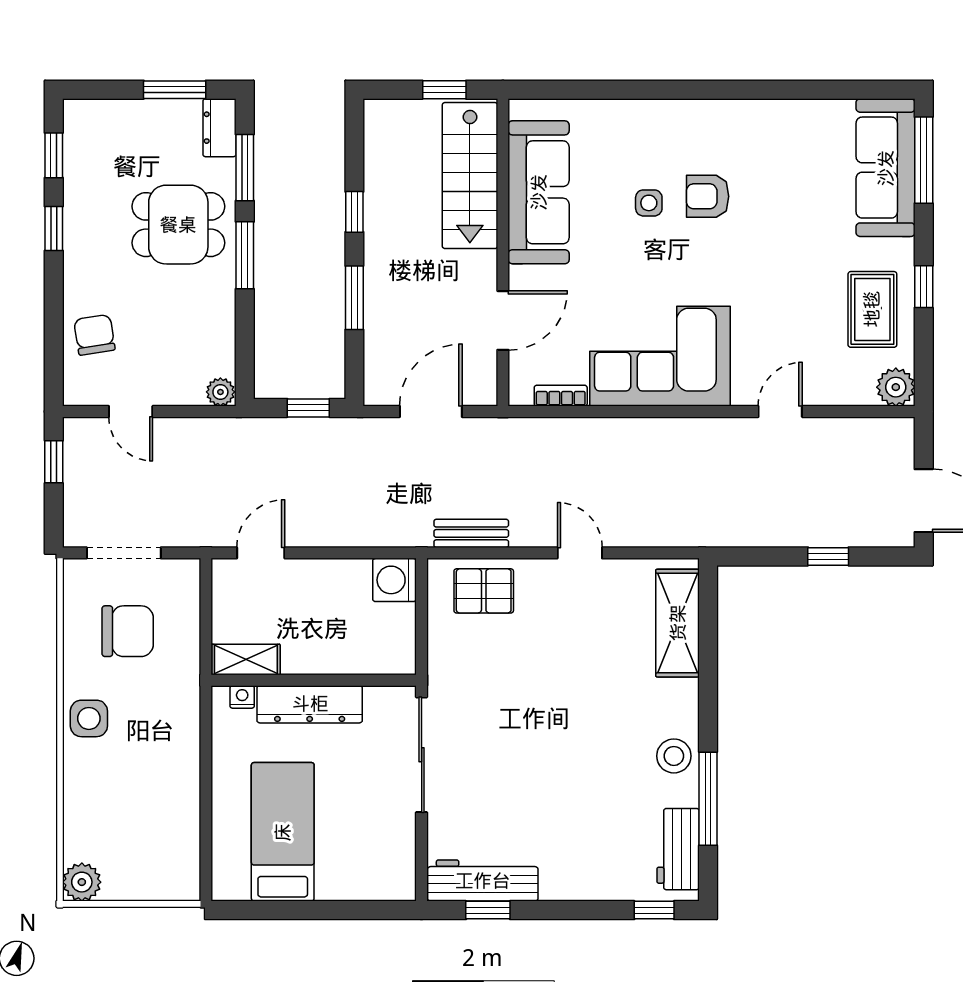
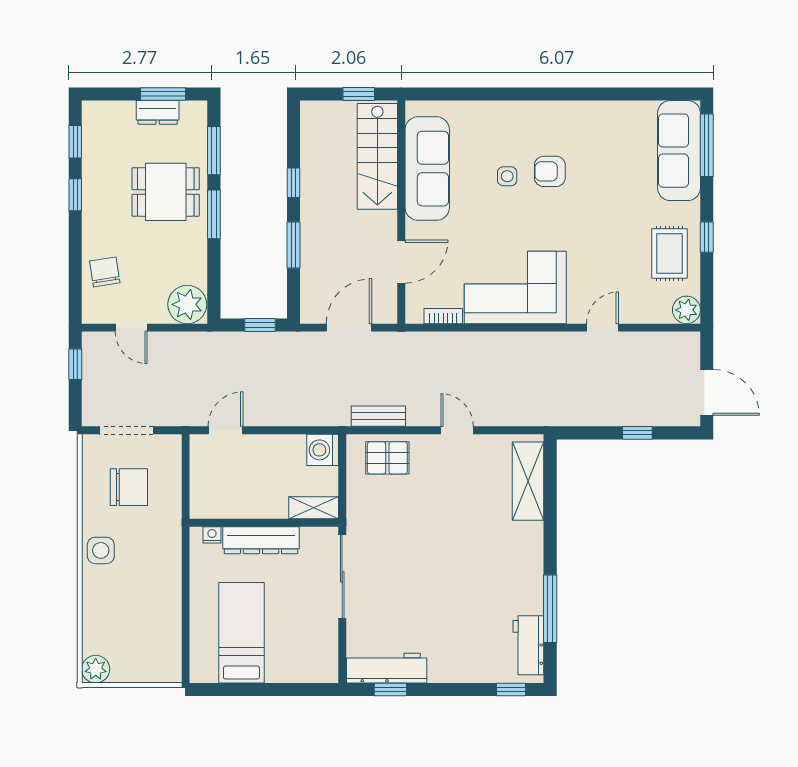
dresser: (219, 128) -> (158, 112), moved, turned -90
plant: (220, 392) -> (187, 304), width x1.87, depth x1.87
shelving: (246, 660) -> (314, 508), moved
stool: (674, 756) -> (525, 578), removed

